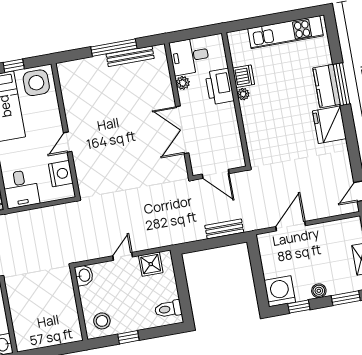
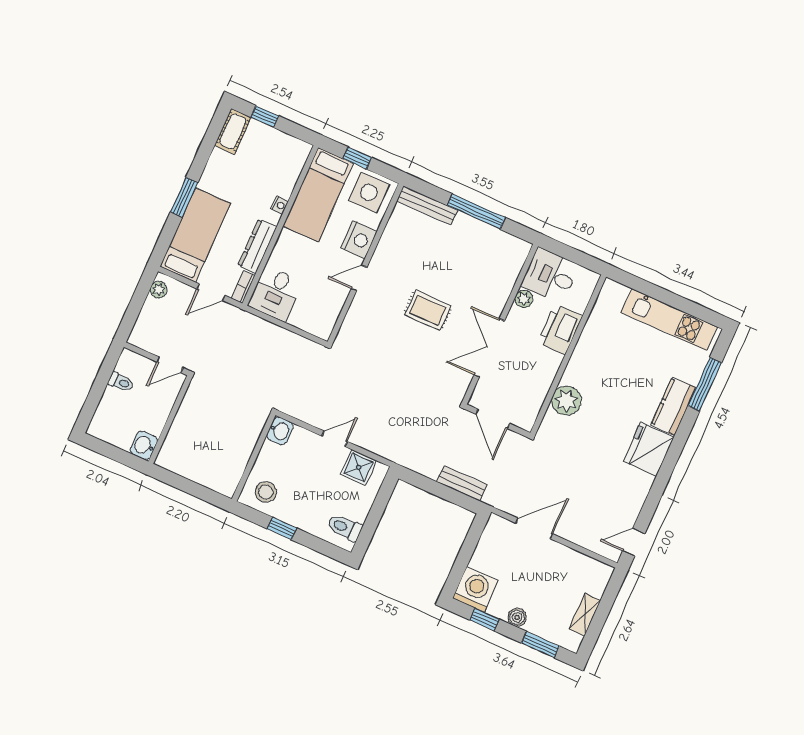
bench: (130, 56) -> (427, 205), moved
dishwasher: (243, 76) -> (593, 336), removed
window: (342, 84) -> (705, 384), moved
plant: (243, 94) -> (566, 401), moved, width x1.87, depth x1.87
rug: (126, 133) -> (428, 310), added
nightstand: (61, 174) -> (359, 240), moved

